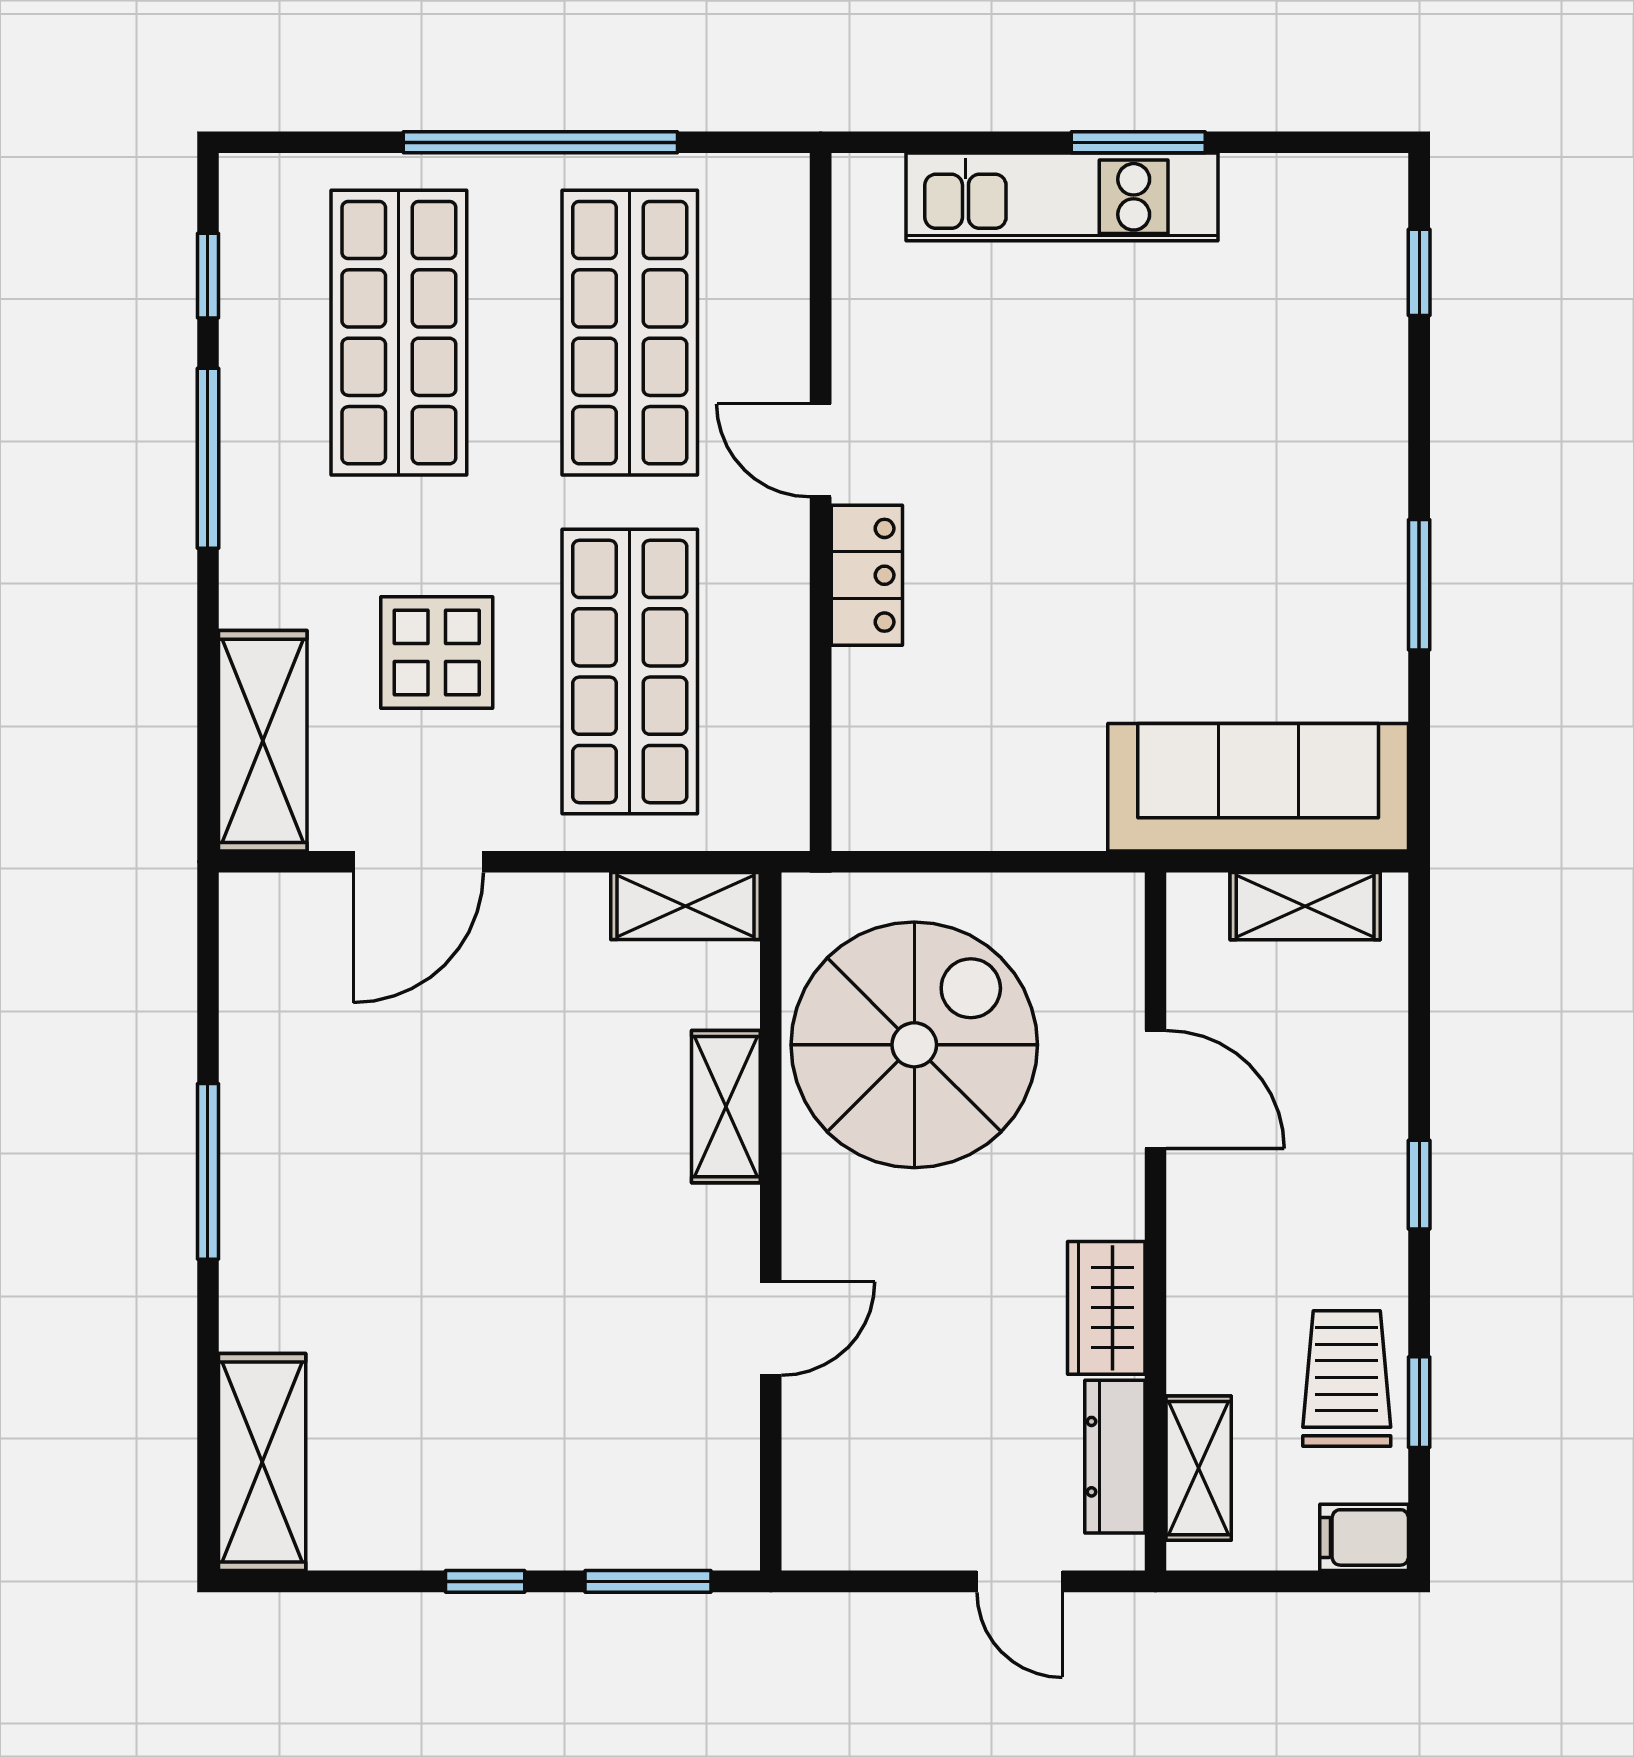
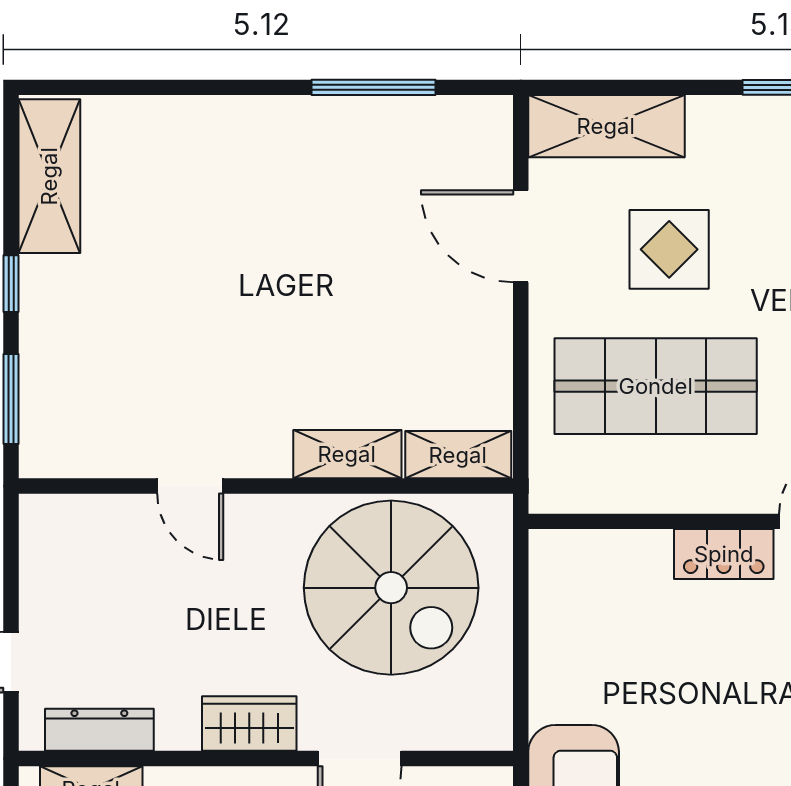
shelving: (685, 906) -> (458, 455), moved, turned 90
window: (208, 1171) -> (373, 87), moved
wardrobe: (1106, 1308) -> (249, 724), moved
shelving: (262, 1462) -> (49, 176), moved, turned 90

